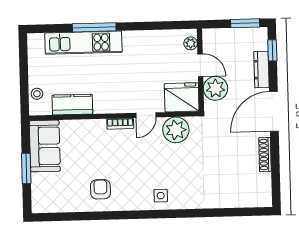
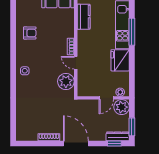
dresser: (261, 70) -> (118, 136), moved
plant: (216, 88) -> (122, 107), moved
fridge: (182, 97) -> (120, 60), moved, turned 180

